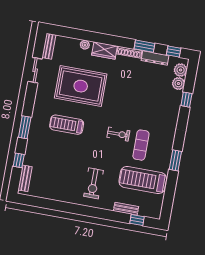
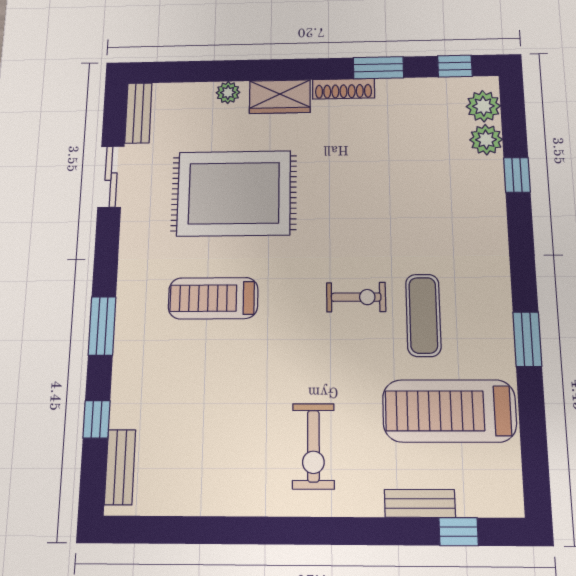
dresser: (155, 58) -> (411, 90), removed

